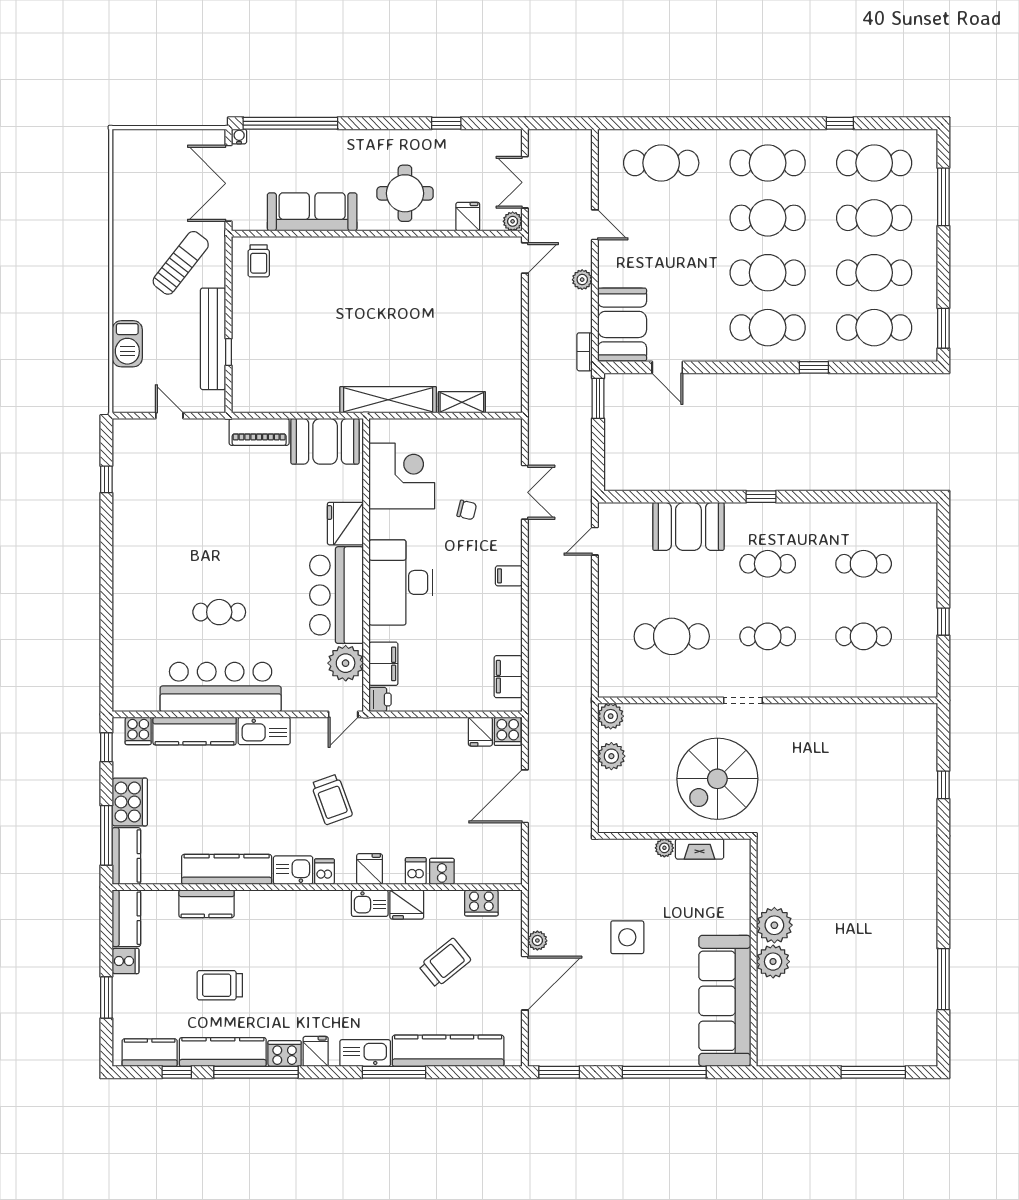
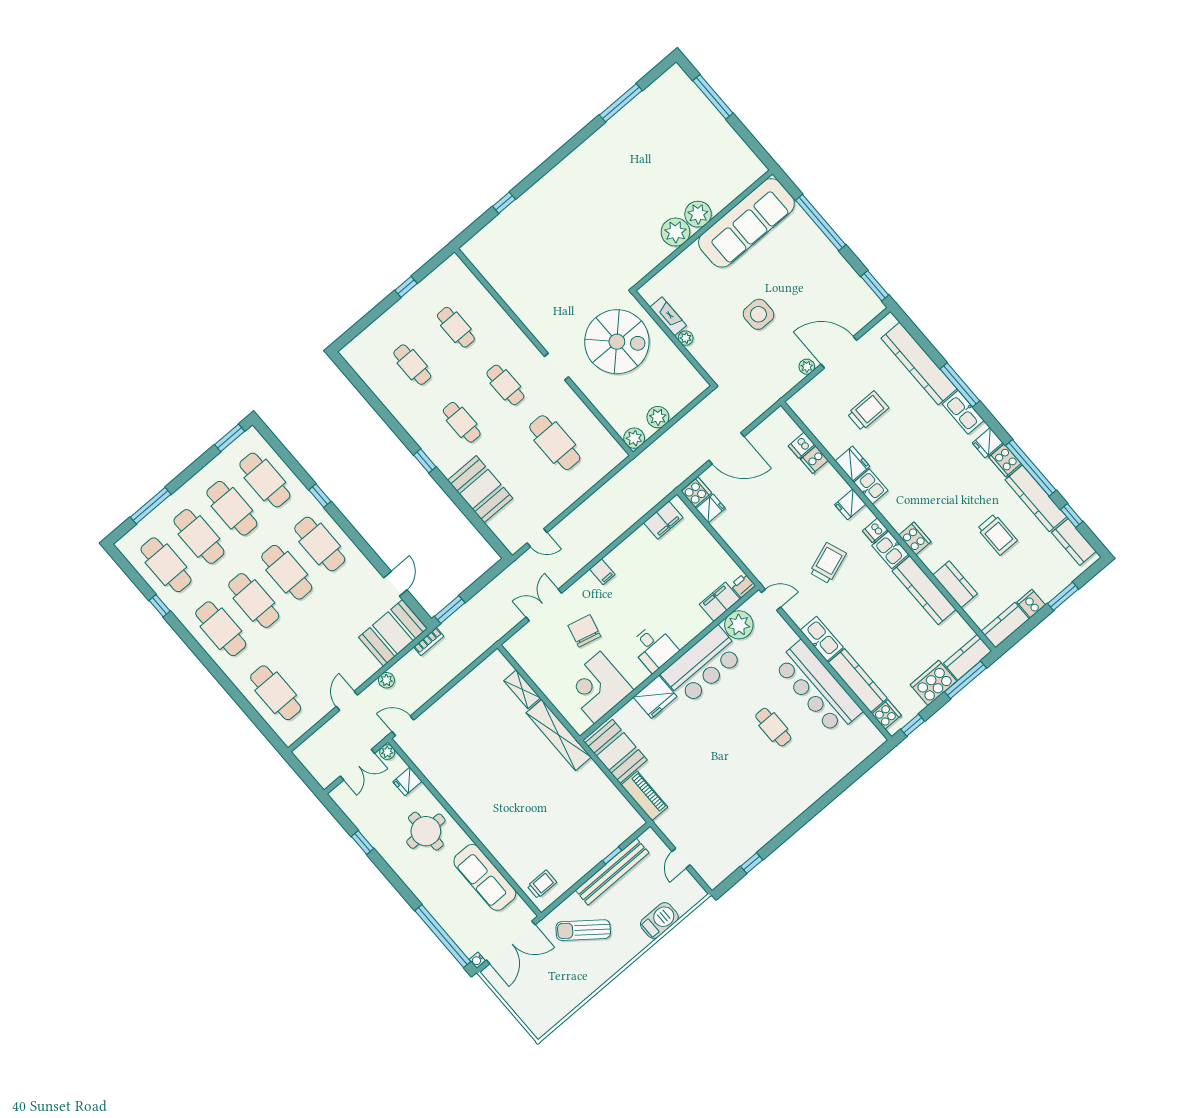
chair: (467, 510) -> (584, 631), width x1.87, depth x1.87
desk: (401, 582) -> (654, 648), width x0.53, depth x0.77
dishwasher: (416, 871) -> (802, 445), moved
cooker: (481, 903) -> (915, 538), moved
trolley: (445, 963) -> (868, 411), turned 129

